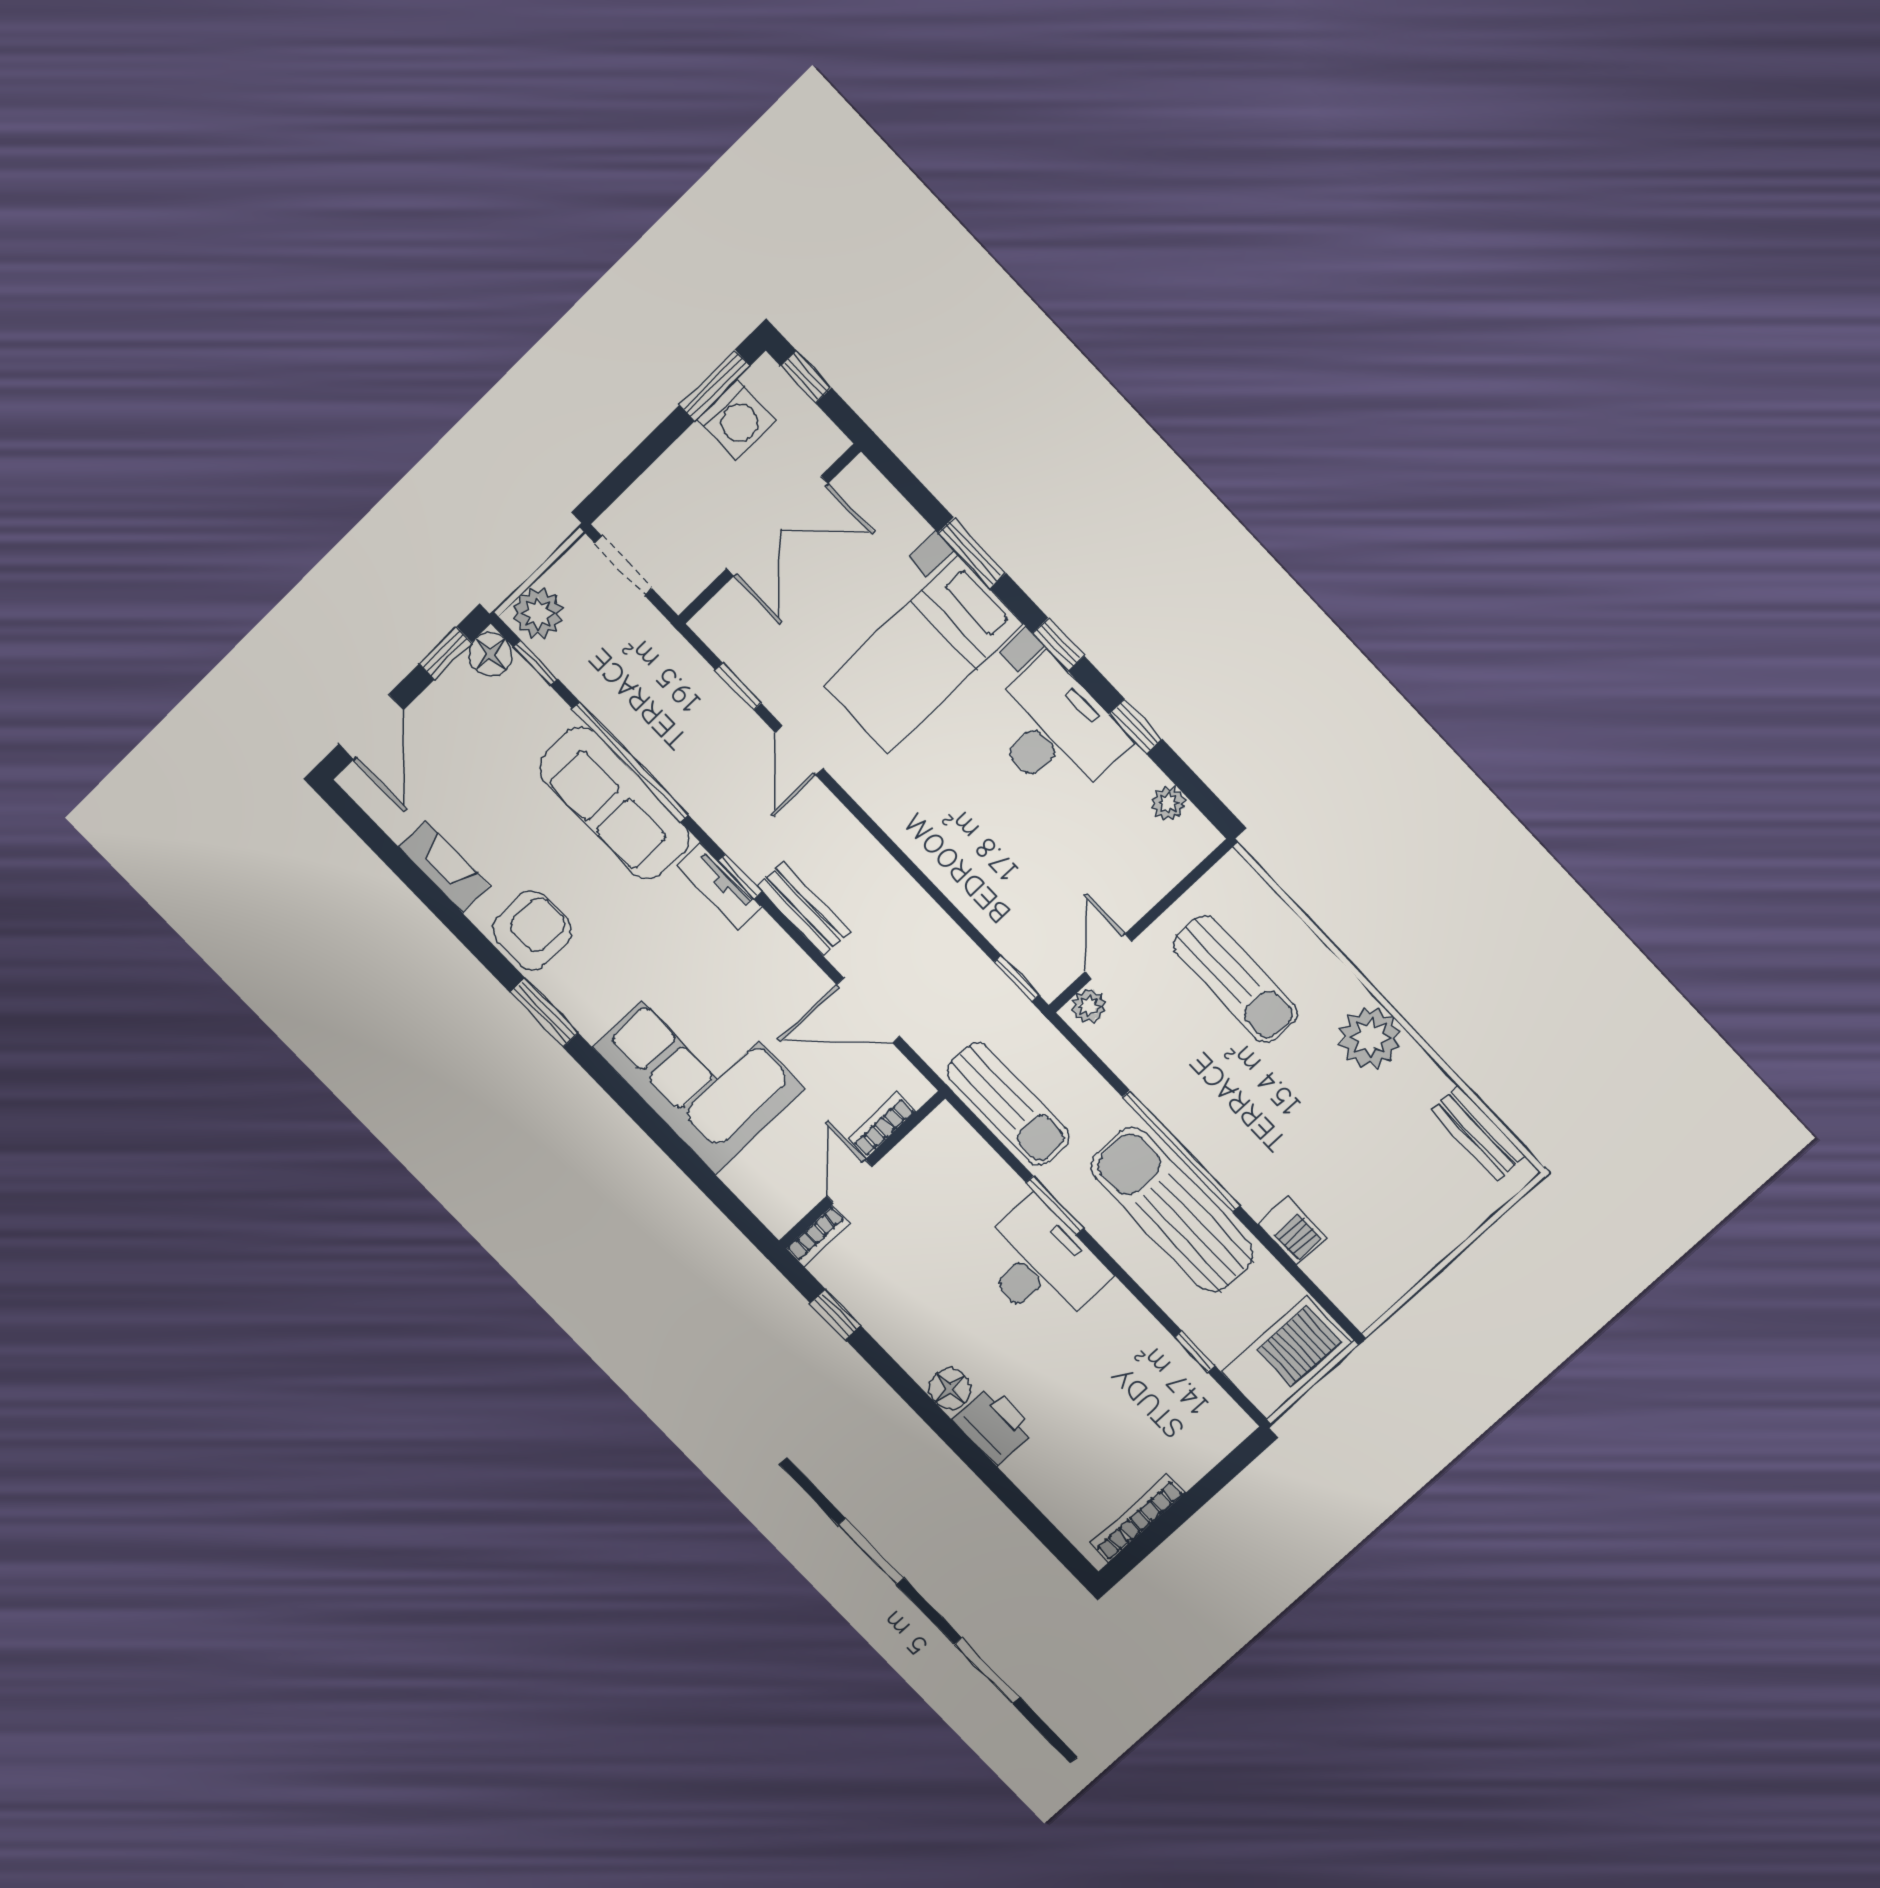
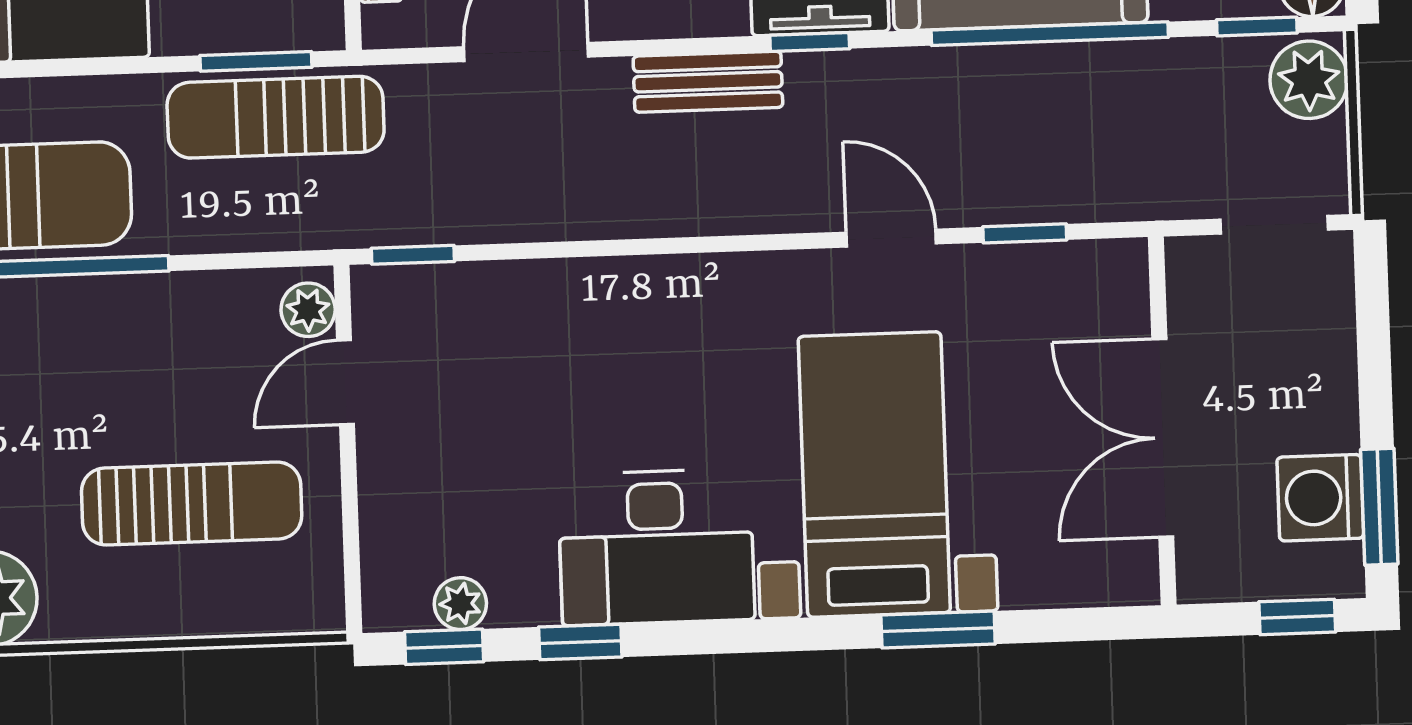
window: (1058, 645) -> (444, 647), moved
door: (1108, 956) -> (346, 382), swing flipped
sun lounger: (1235, 979) -> (192, 503), turned 180
window: (1055, 1205) -> (256, 61), moved

